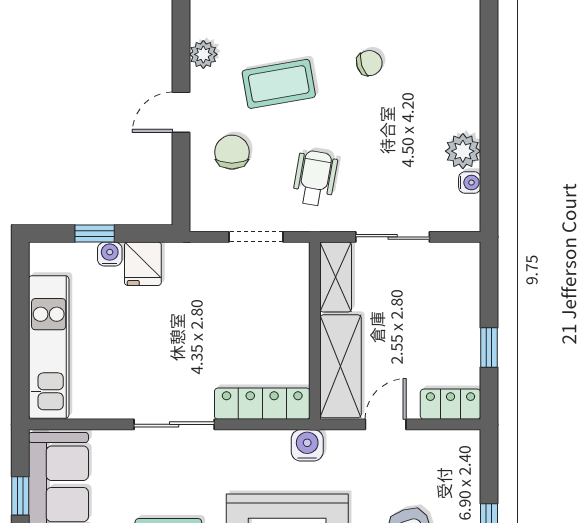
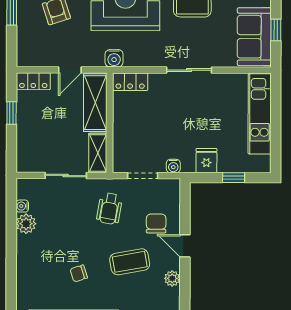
door: (181, 112) -> (185, 246), swing flipped
chair: (232, 152) -> (156, 223), turned 180
water cooler: (110, 254) -> (173, 166), moved
locker: (262, 404) -> (130, 82), width x0.66

